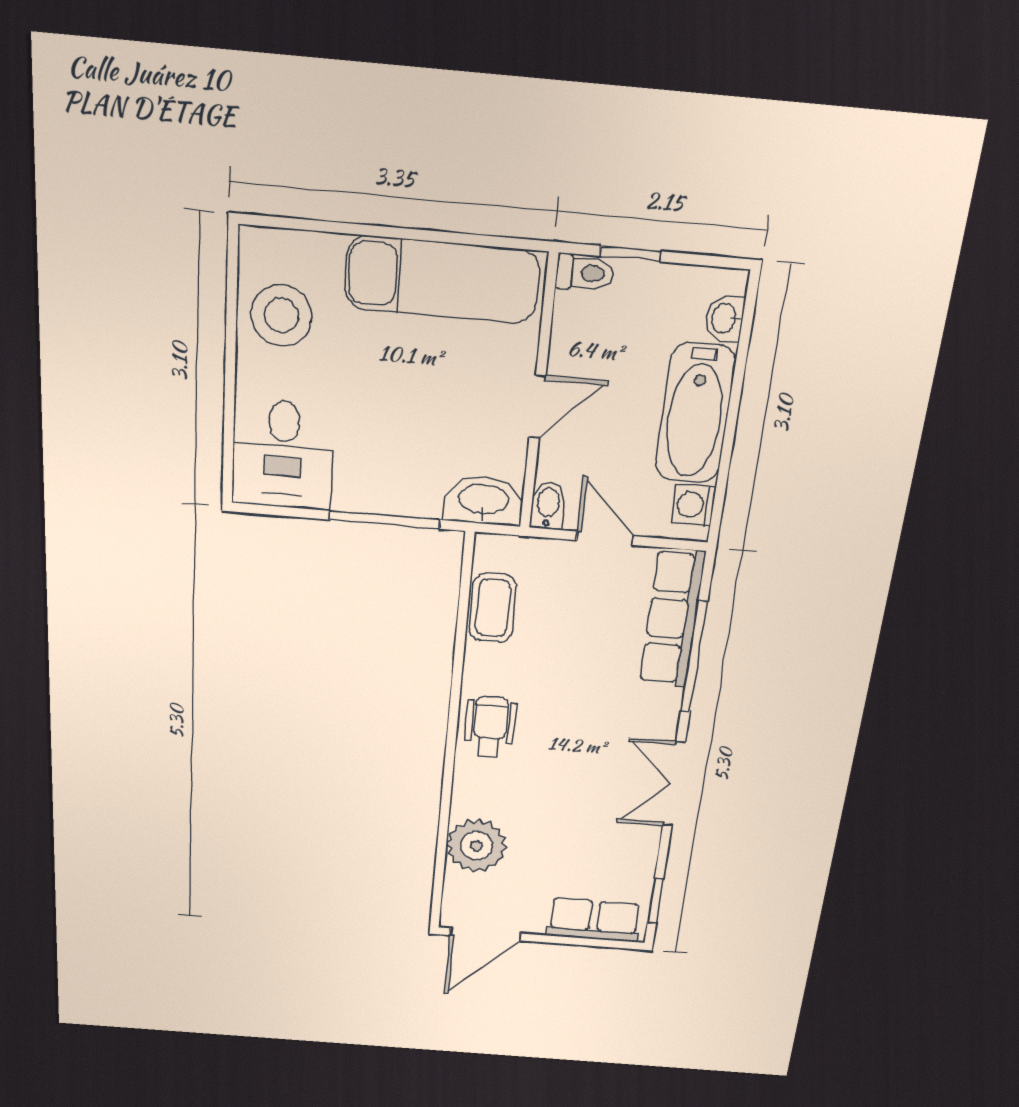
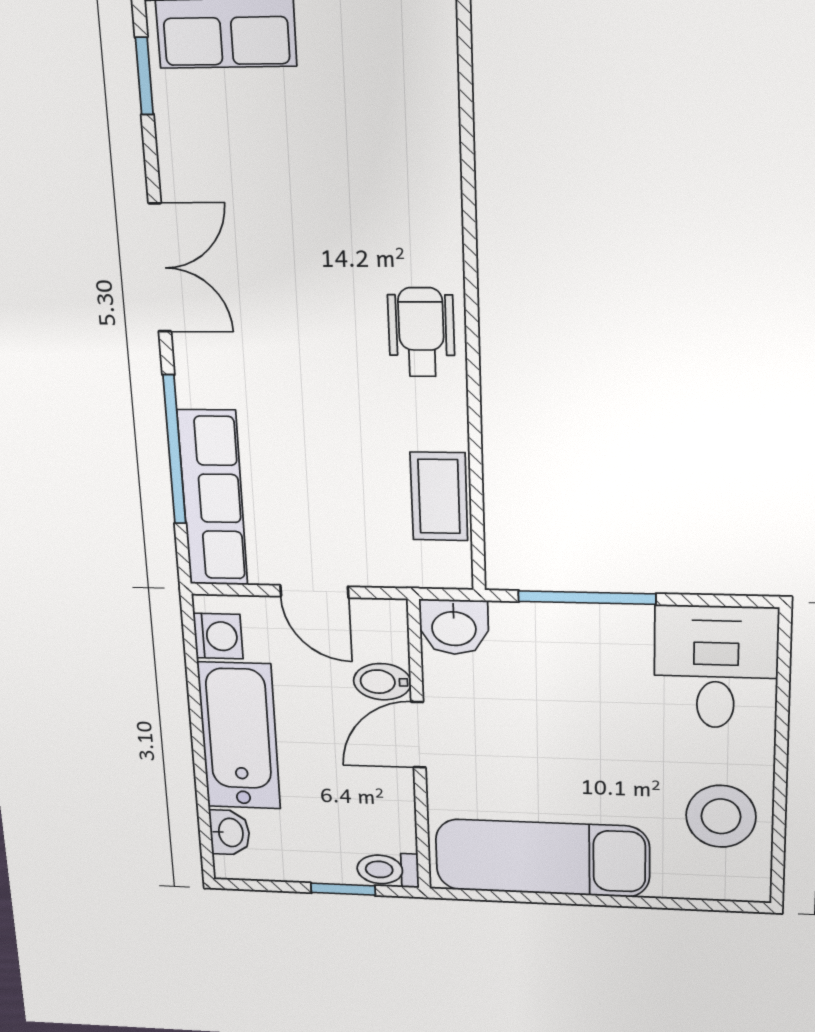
washbasin: (484, 500) -> (454, 627), width x0.72
bidet: (548, 506) -> (382, 682), moved, turned 90
wheelchair: (490, 727) -> (421, 332), turned 180
plant: (476, 846) -> (417, 144), removed

